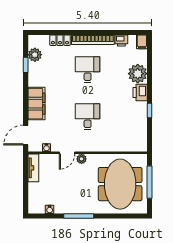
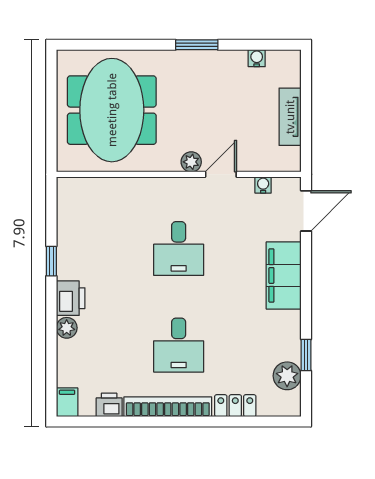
plant: (138, 74) -> (67, 328), width x0.53, depth x0.53
tv unit: (33, 168) -> (290, 117), moved
window: (150, 182) -> (51, 114), removed
window: (79, 216) -> (197, 45), width x0.69

